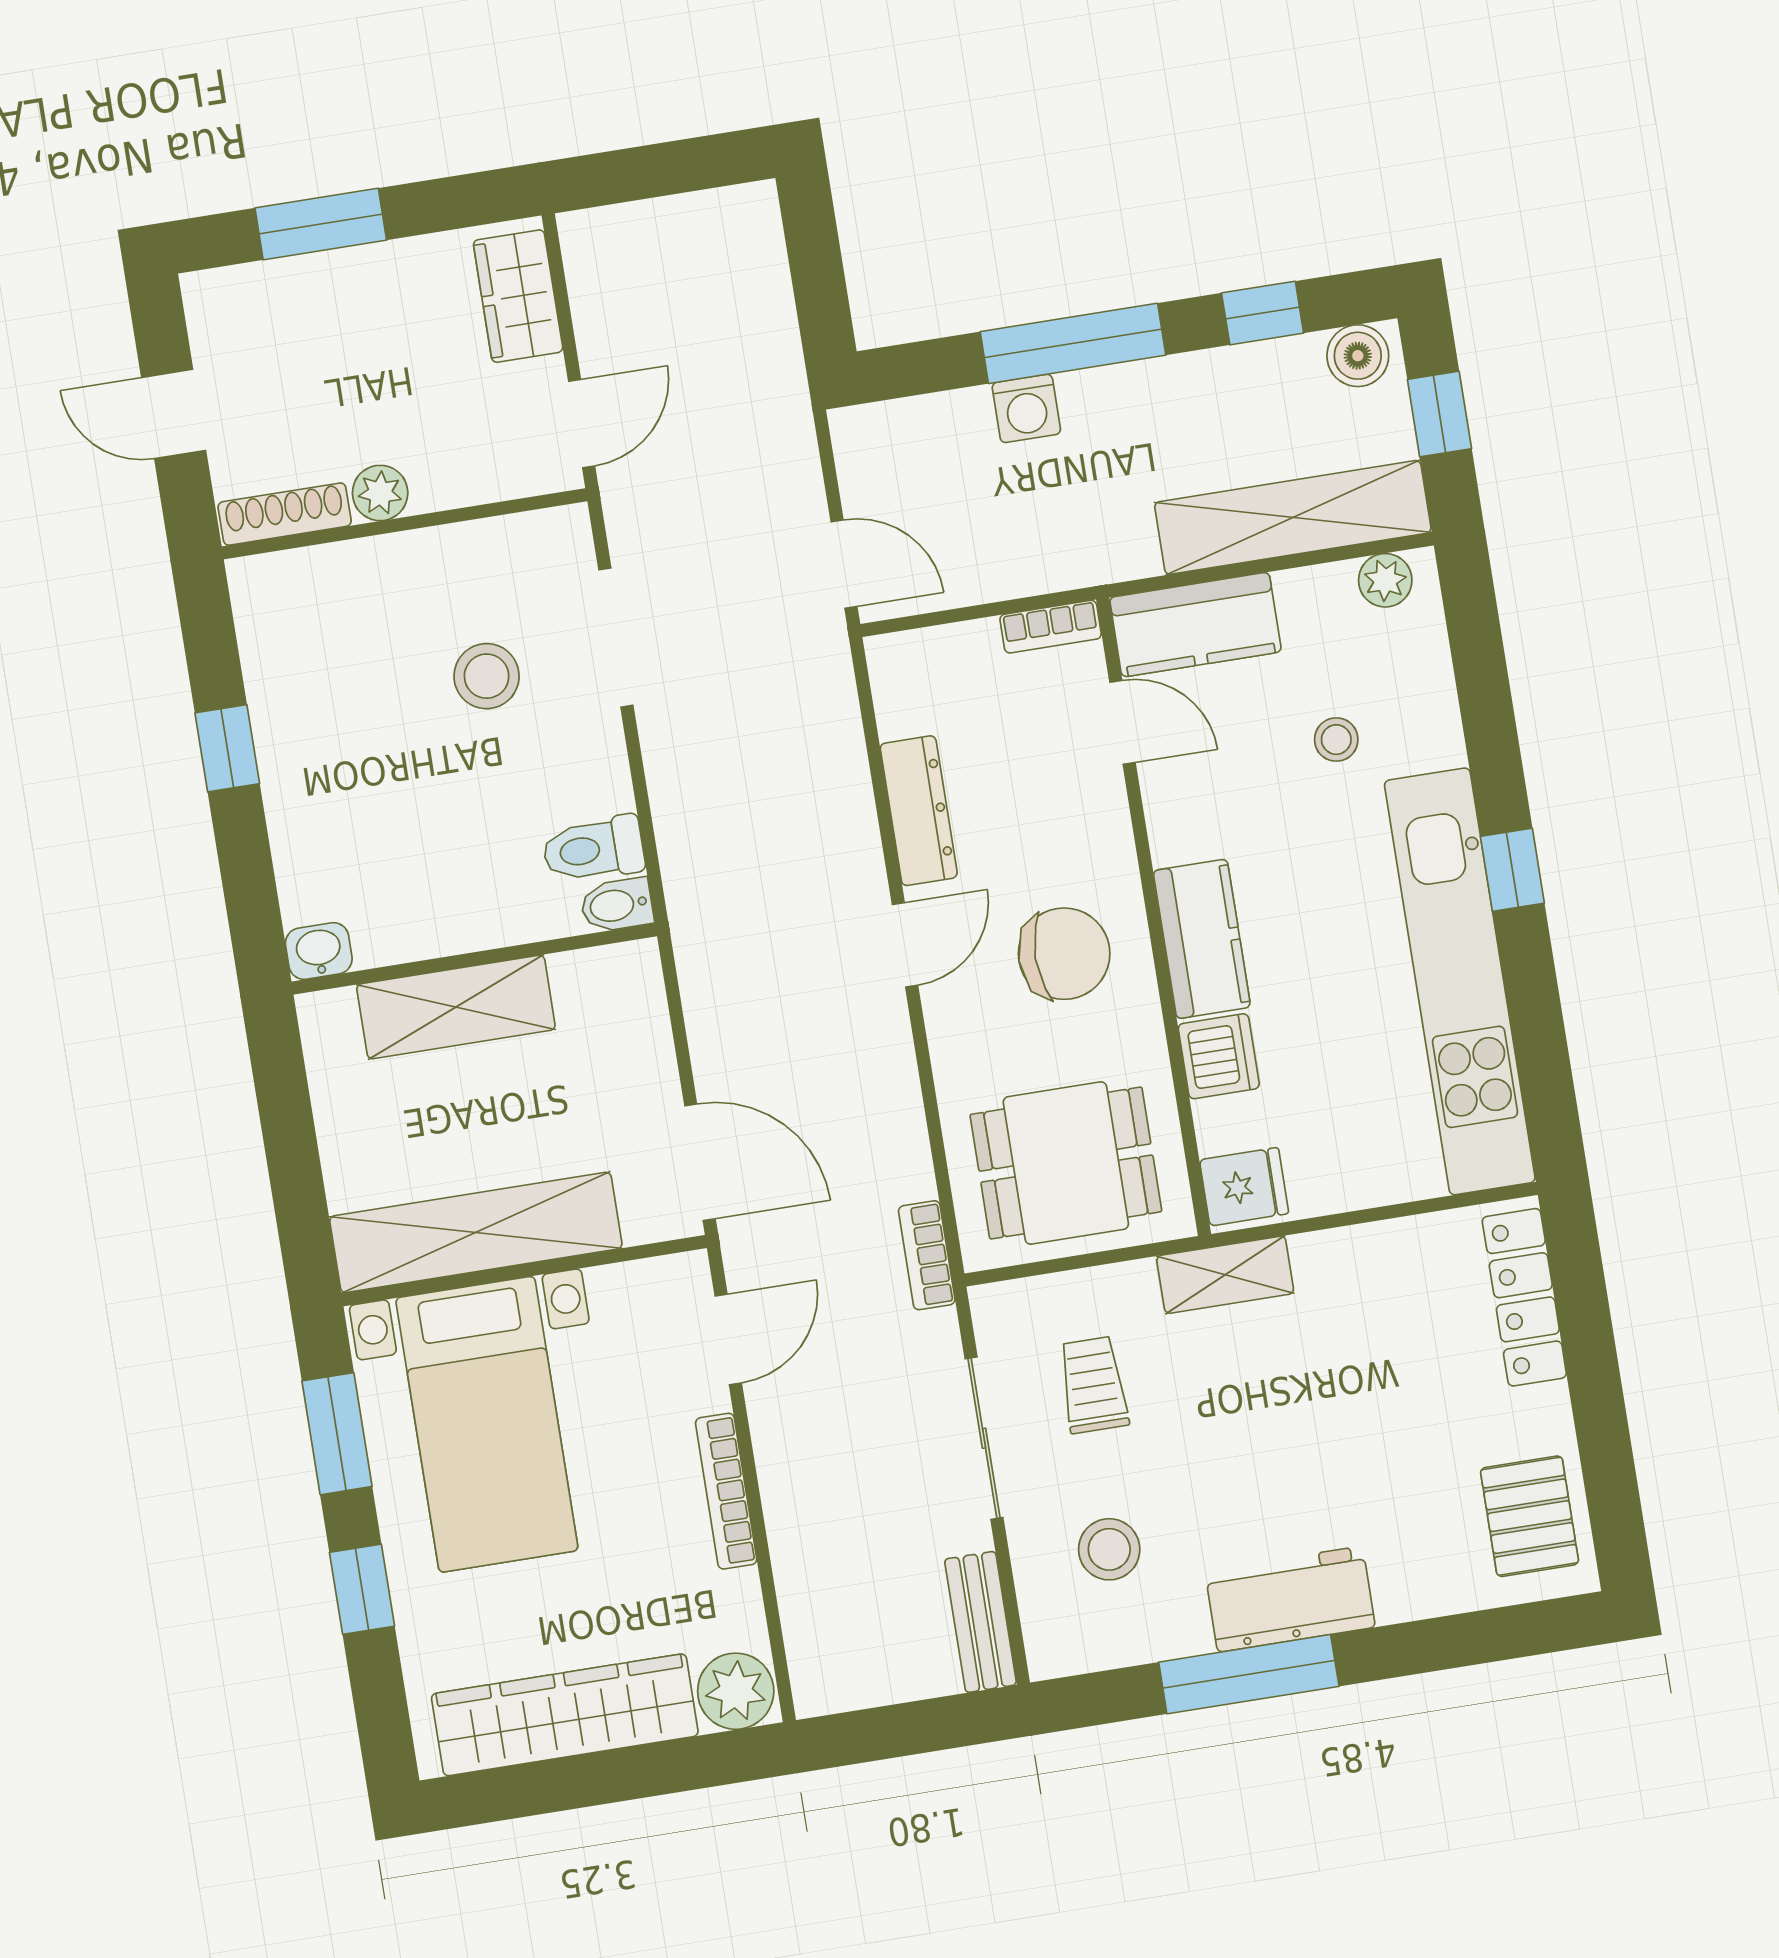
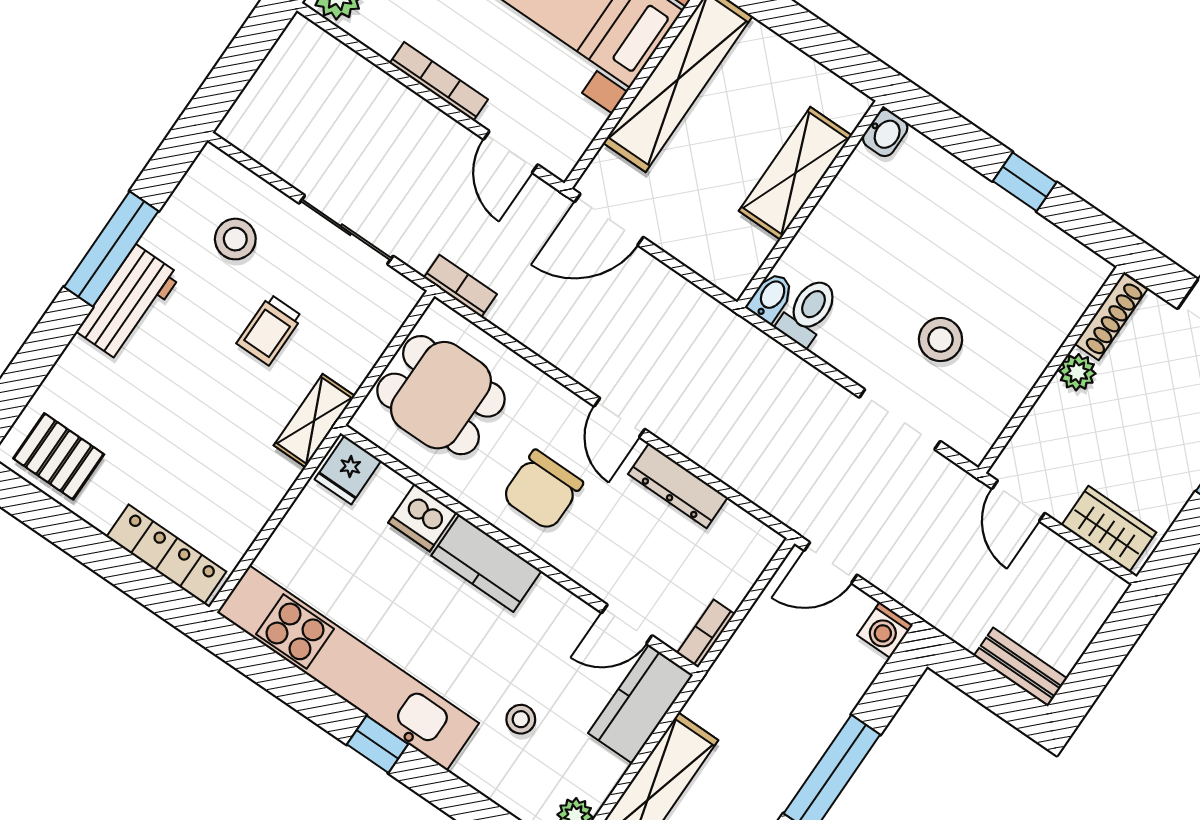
washing machine: (1026, 408) -> (885, 630), moved, turned -90
dining table: (1066, 1163) -> (441, 395), turned 90
trolley: (1093, 1385) -> (269, 330), moved, turned 90
bench: (981, 1622) -> (1020, 667), moved

